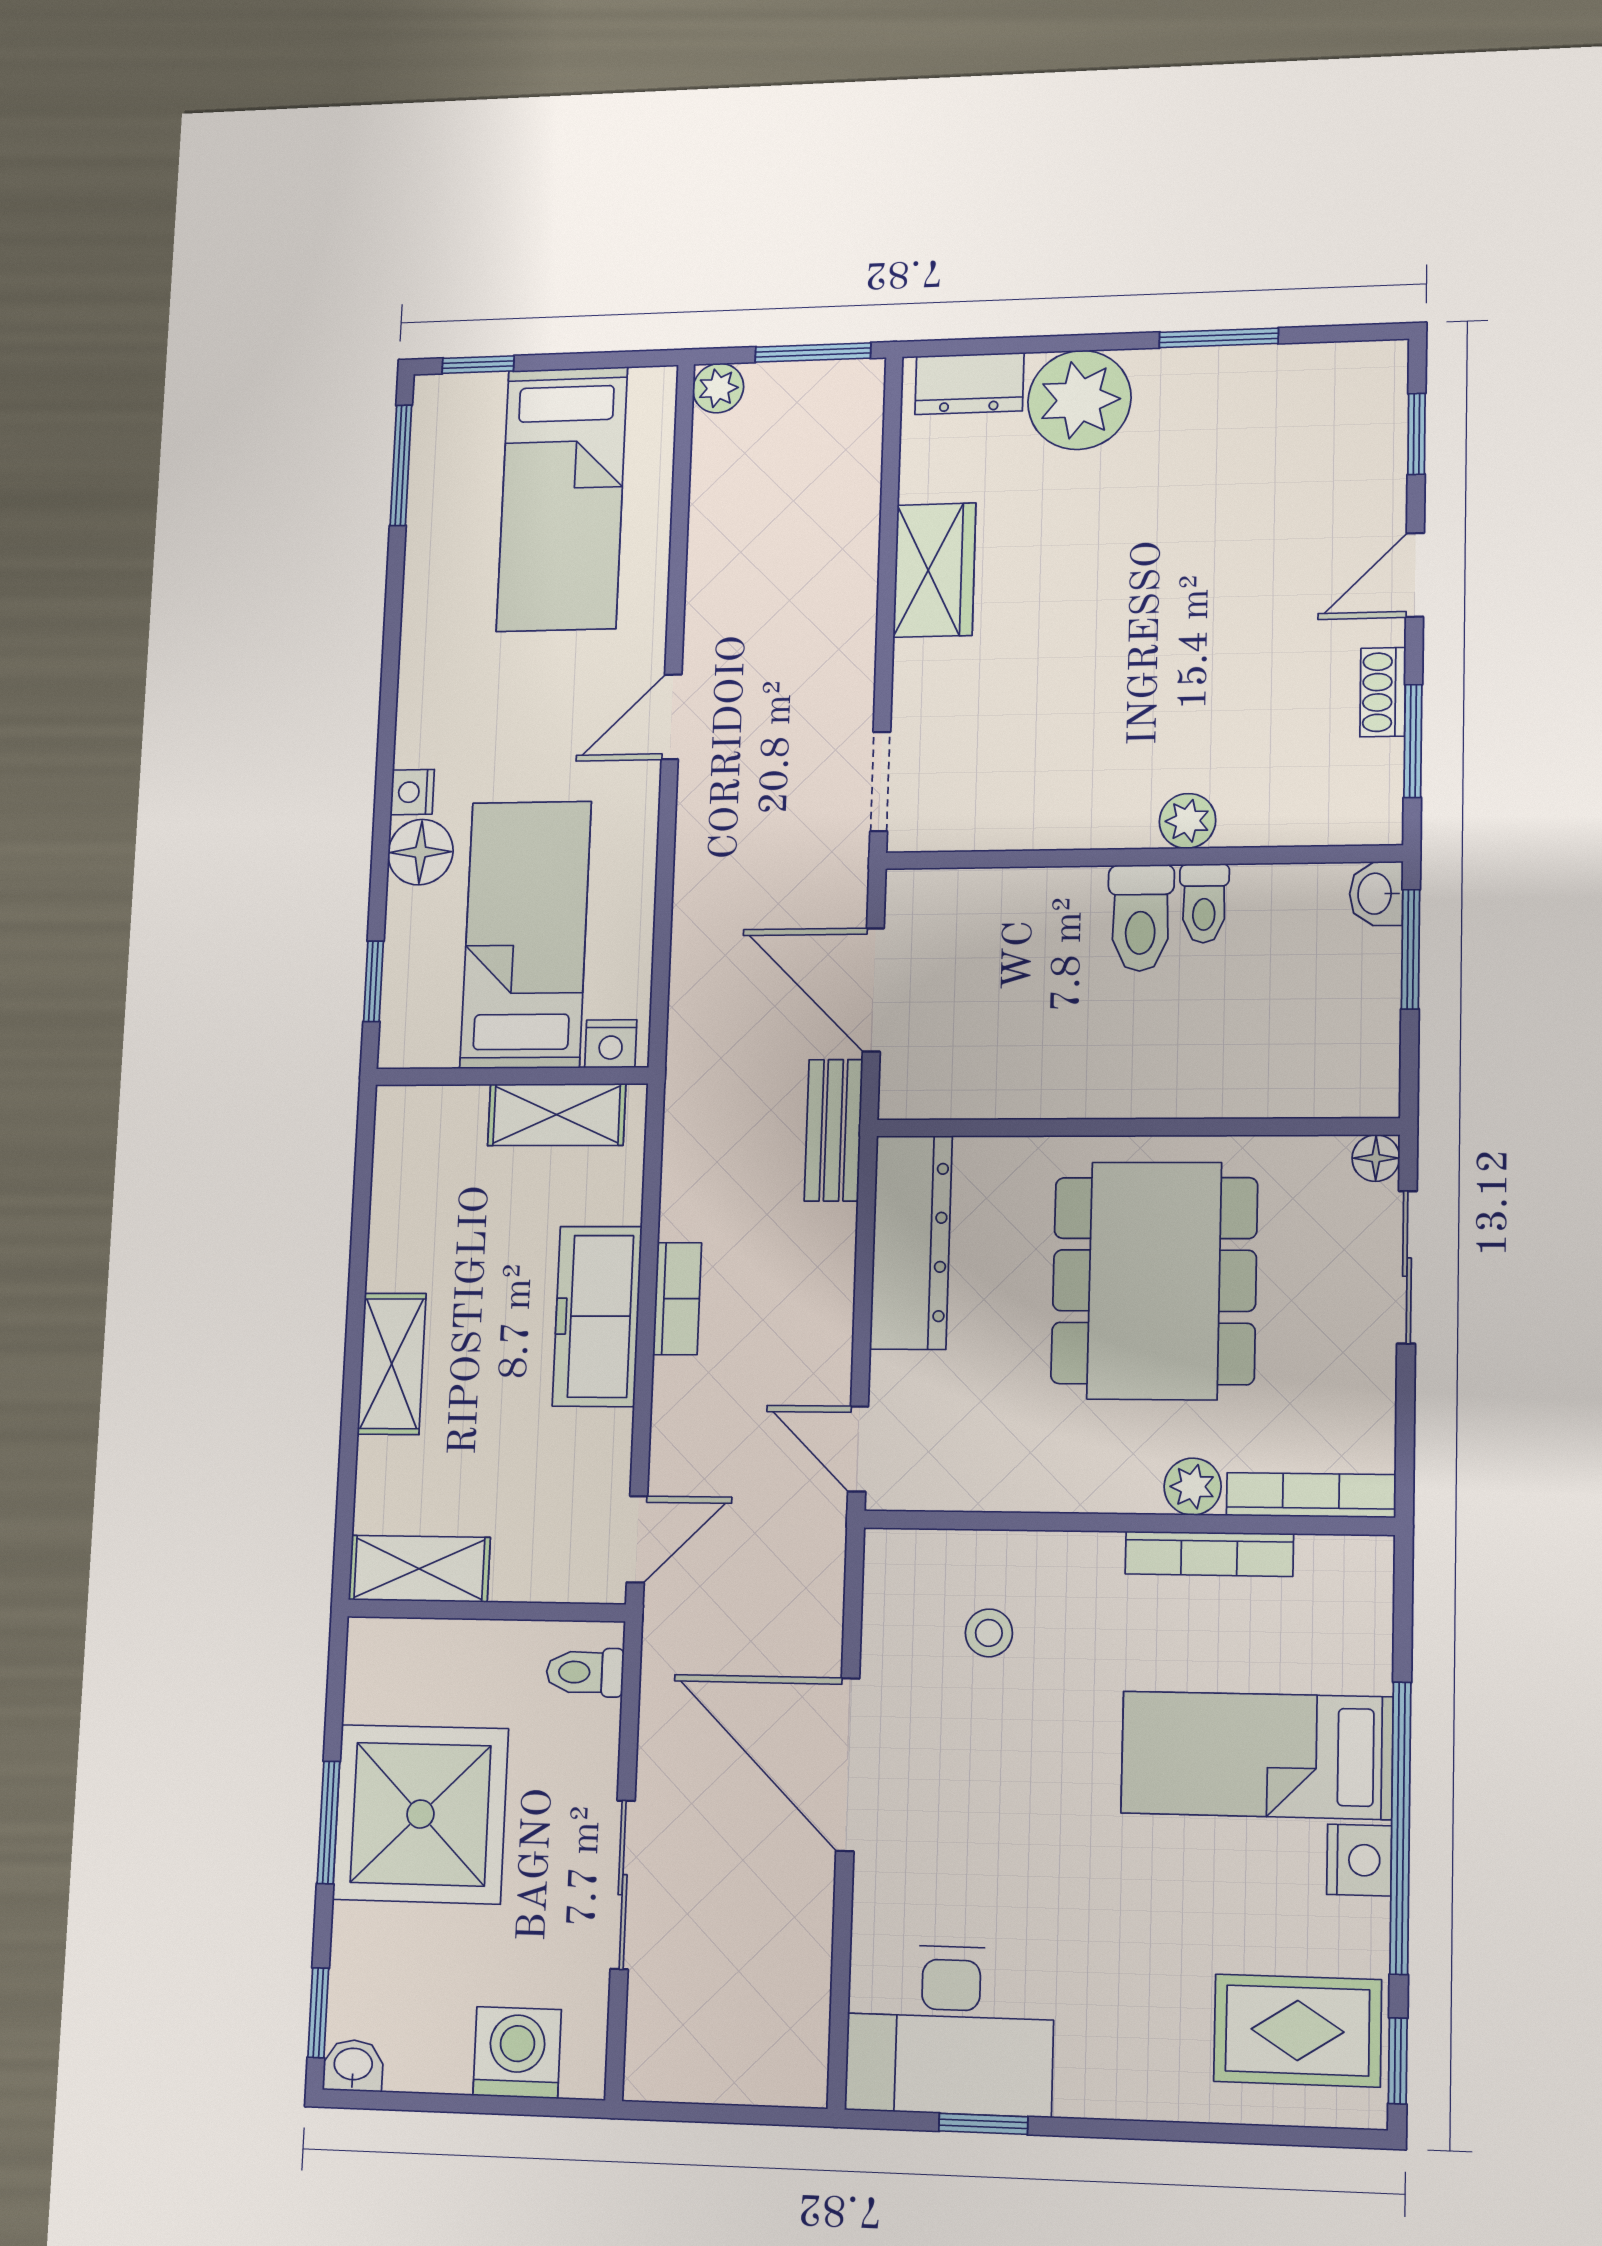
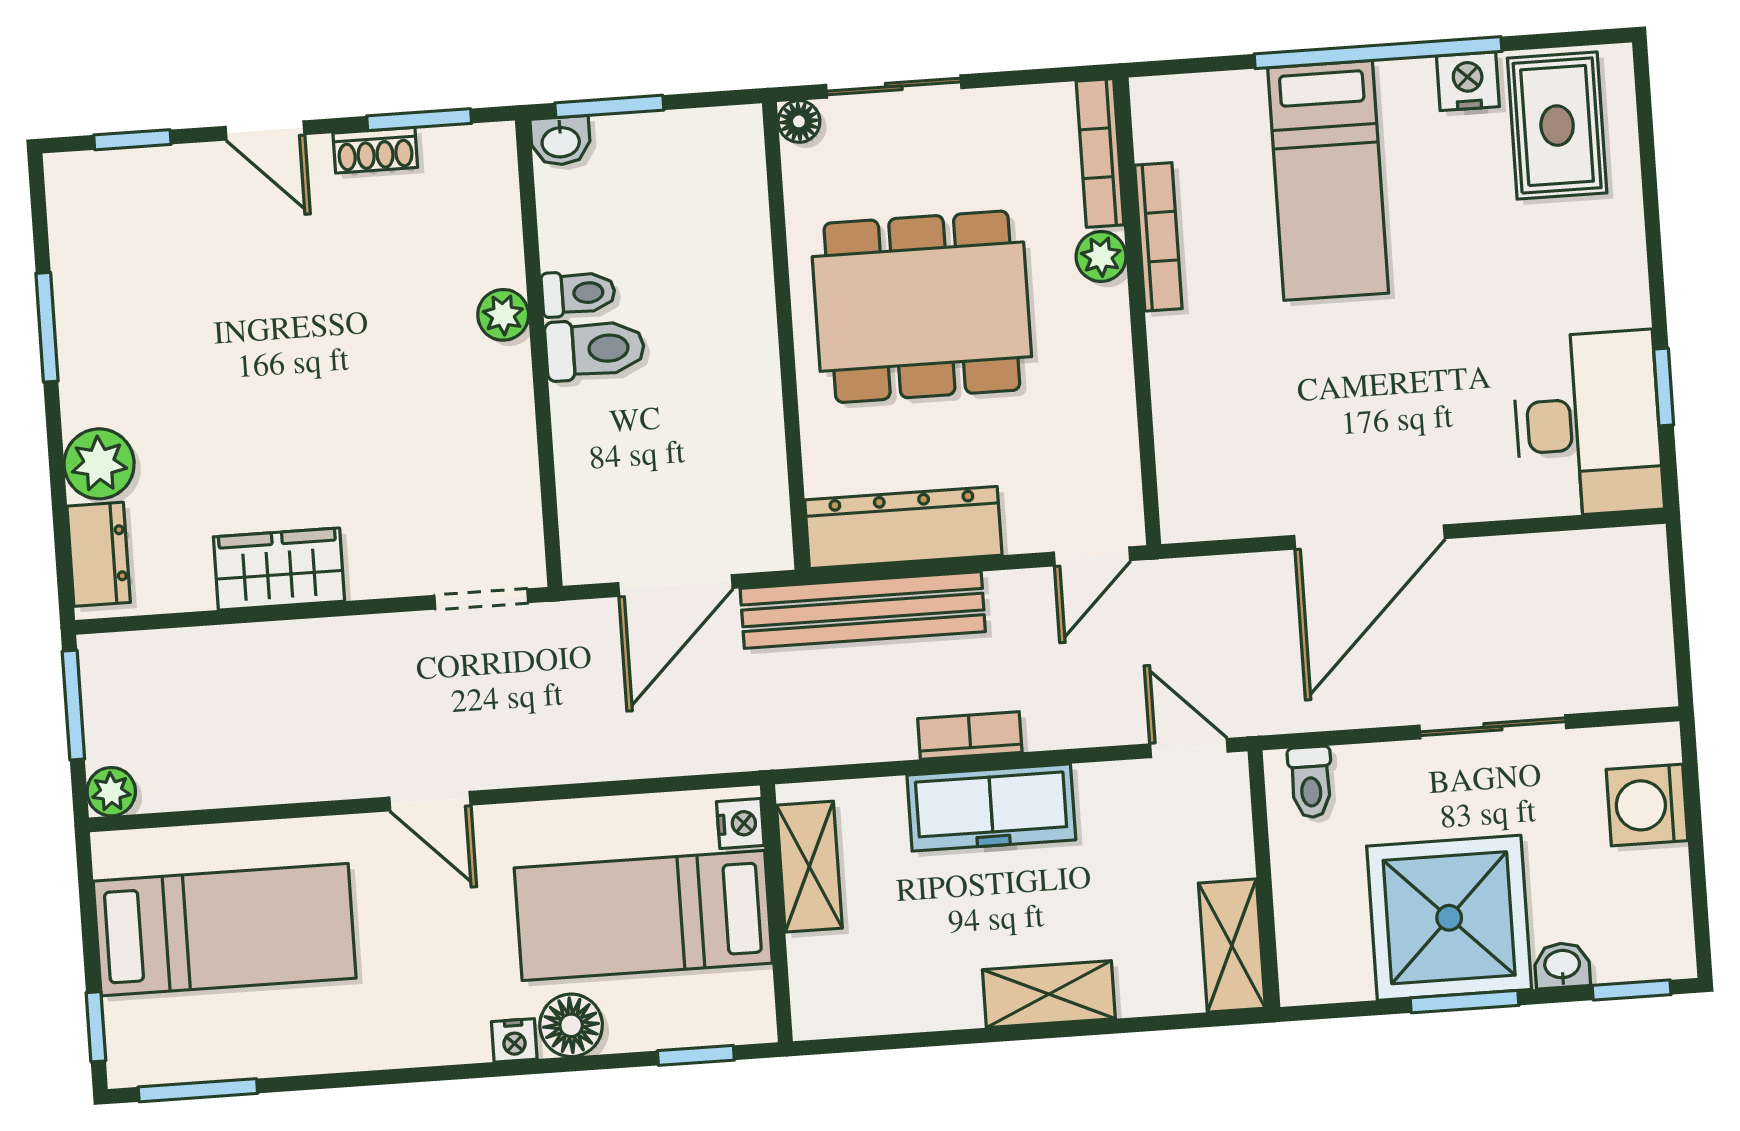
plant: (1079, 400) -> (99, 464), width x0.73, depth x0.73
bench: (834, 1130) -> (863, 610), width x1.86, depth x1.21
stool: (989, 1633) -> (1244, 423), removed
nightstand: (1359, 1860) -> (1468, 81), moved
window: (1398, 2061) -> (1574, 39), removed
washbasin: (353, 2065) -> (1562, 965), moved, turned 90

